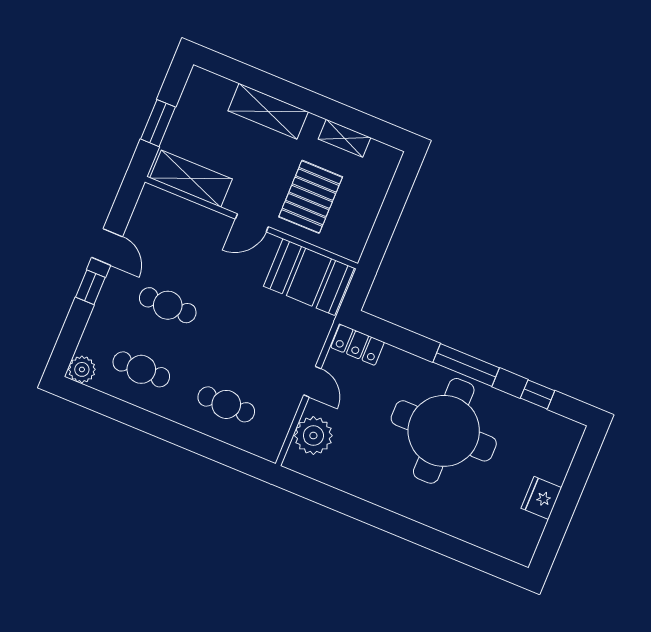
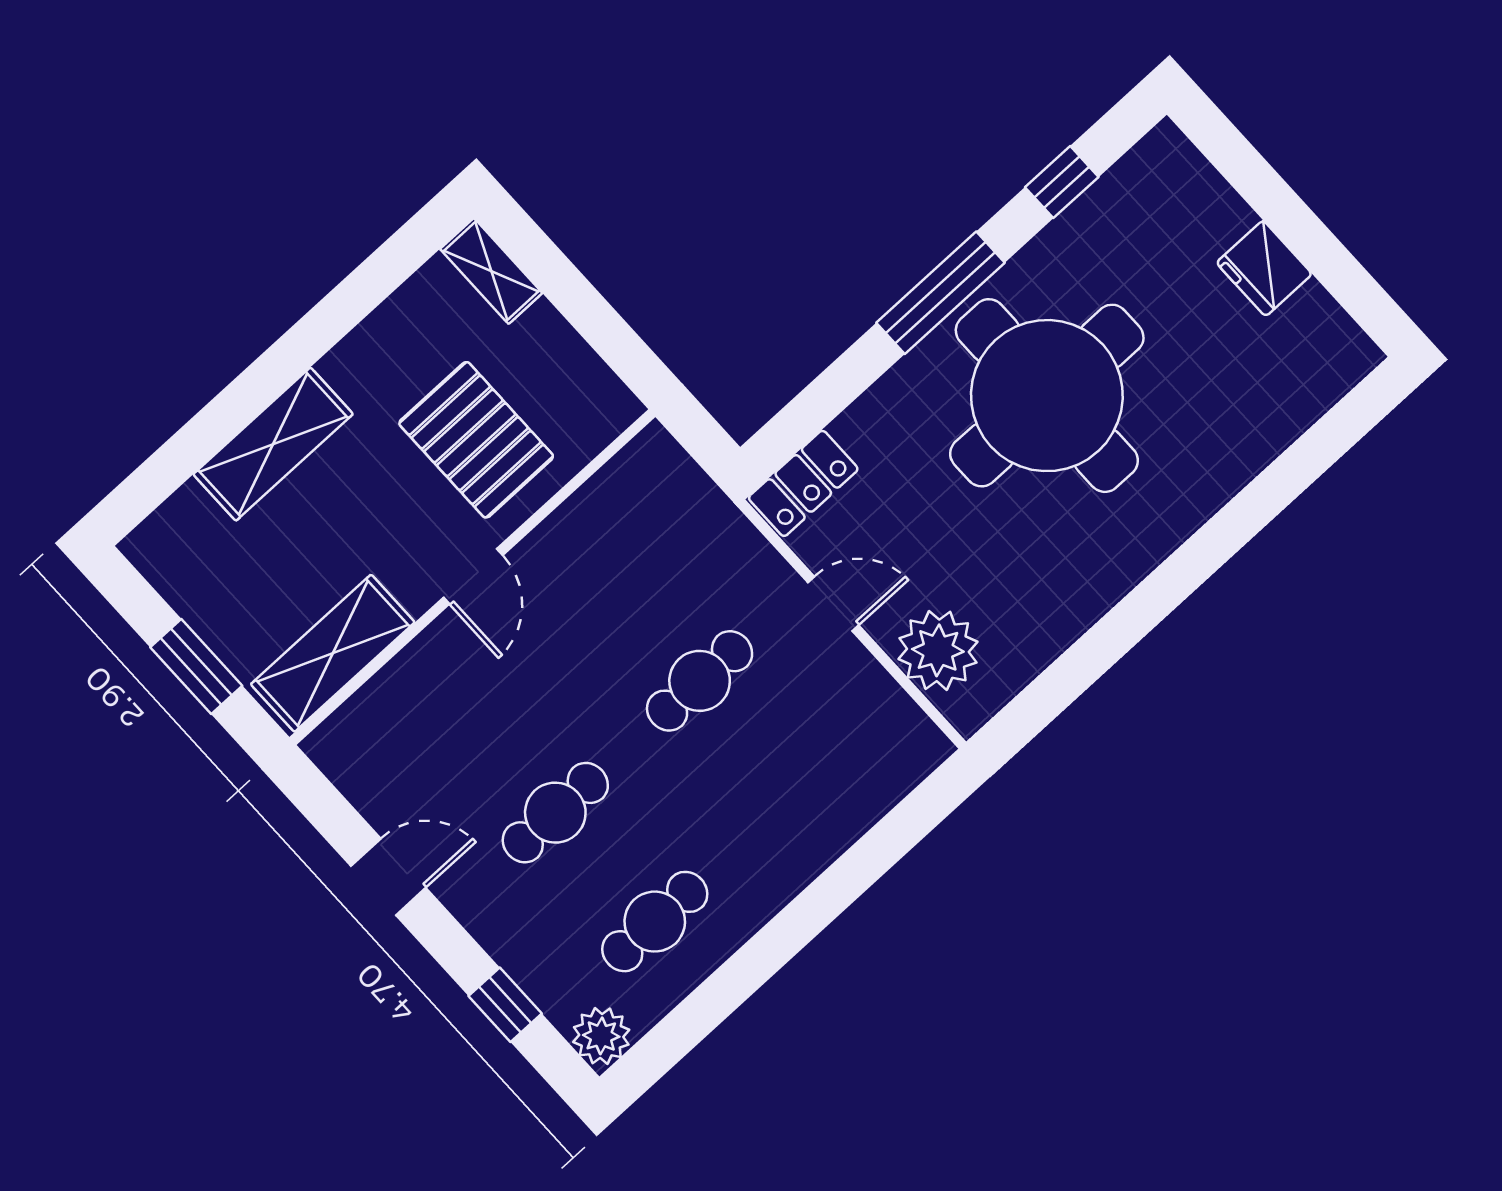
shelving: (345, 138) -> (491, 271), moved, turned 90
booth: (309, 277) -> (629, 516), removed
window: (90, 287) -> (505, 1005), moved
cafe table: (226, 404) -> (700, 681), moved

